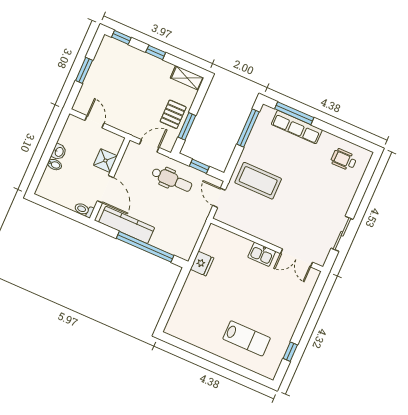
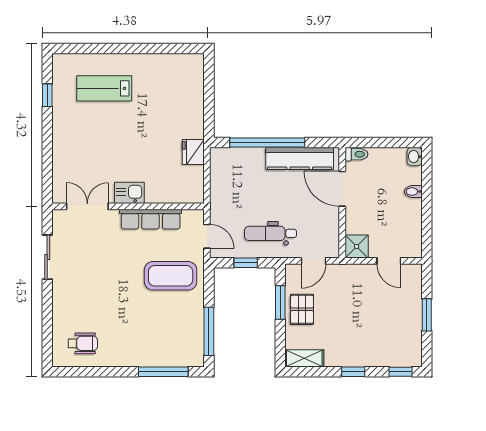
row of seats: (297, 127) -> (151, 219), moved, turned 180
washbasin: (59, 152) -> (415, 157), moved
shower: (105, 161) -> (357, 246), moved

